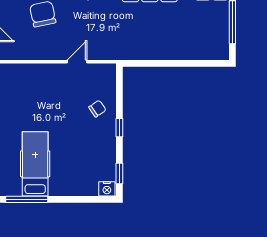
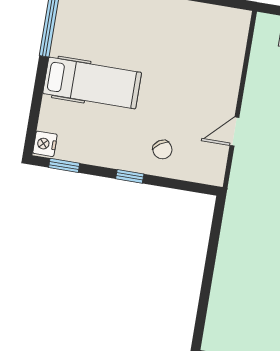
door: (77, 62) -> (234, 131), swing flipped
hospital bed: (35, 164) -> (92, 83), moved

